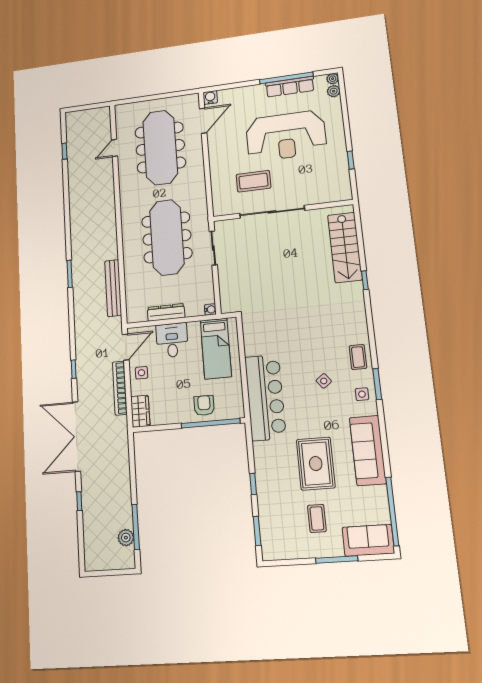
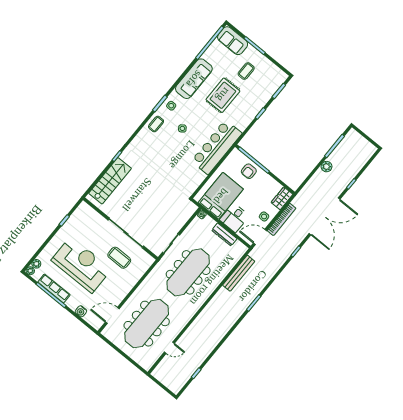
water cooler: (210, 97) -> (81, 311), moved
bed: (216, 348) -> (221, 196), width x1.50
plant: (126, 538) -> (327, 167), moved

